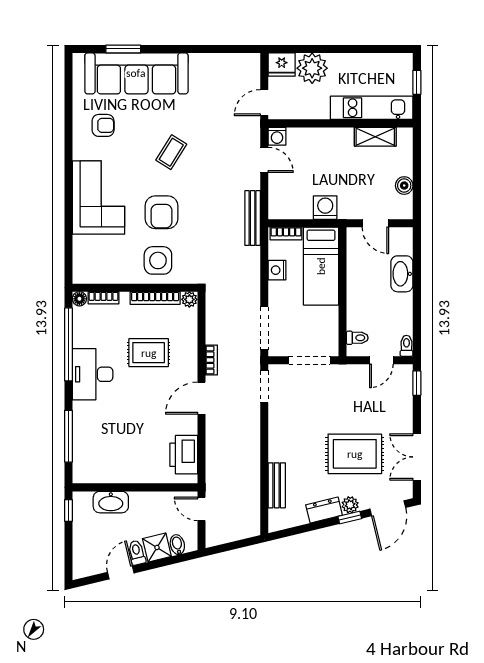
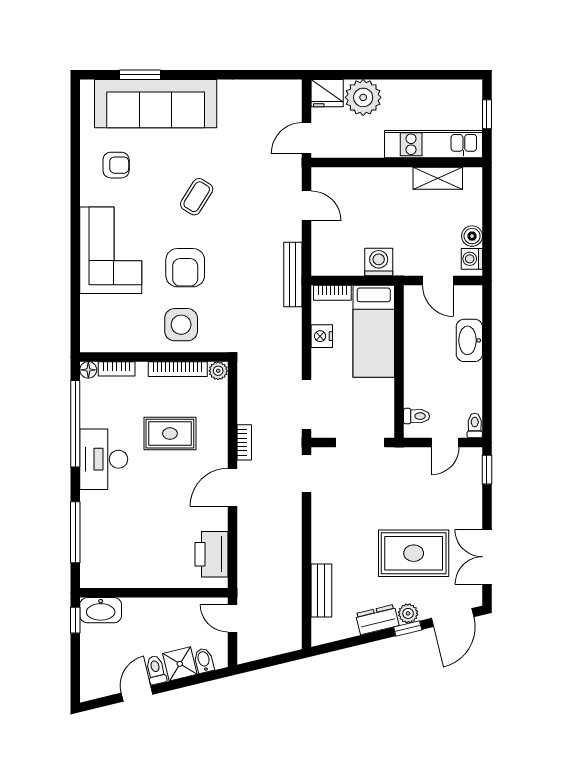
washing machine: (277, 136) -> (472, 259), moved, turned 90
washbasin: (111, 502) -> (101, 610), moved

